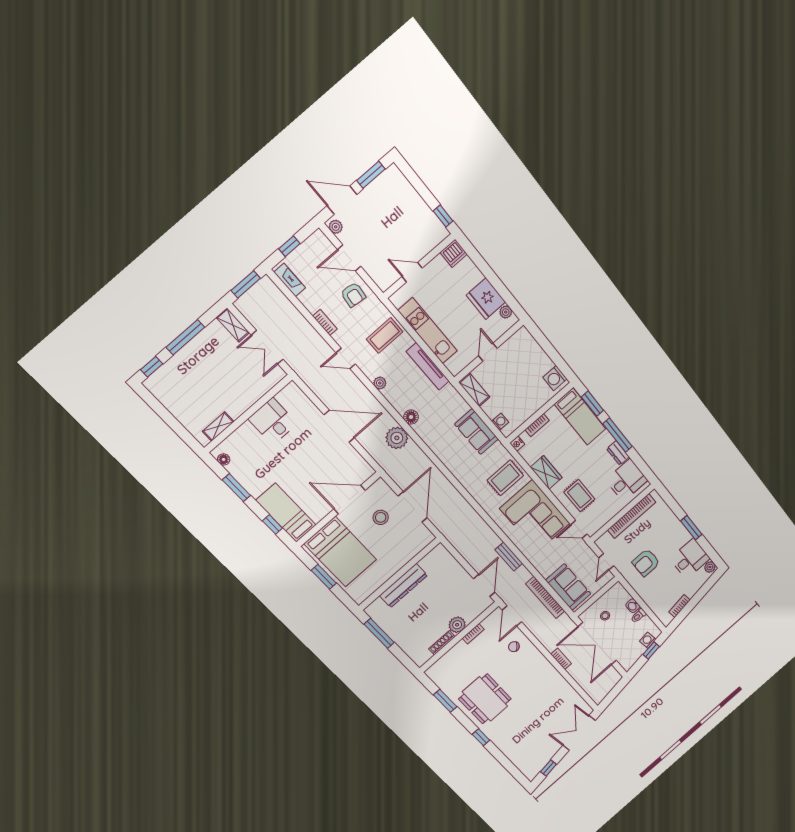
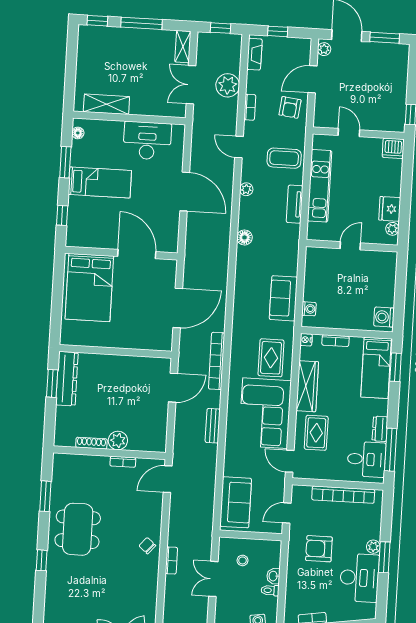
door: (349, 258) -> (312, 79), hinge flipped
window: (246, 284) -> (220, 28), width x0.67
fridge: (486, 299) -> (390, 209), width x0.73, depth x0.75
tv unit: (428, 366) -> (295, 204), width x0.71
shelving: (474, 390) -> (312, 264), removed
desk: (273, 421) -> (147, 141), width x1.37
shelving: (218, 427) -> (106, 104), width x1.50, depth x1.33
window: (618, 435) -> (391, 450), moved
plant: (397, 438) -> (228, 85), moved
wardrobe: (546, 472) -> (307, 386), width x1.50
rug: (505, 478) -> (271, 358), turned 90
bed: (286, 513) -> (100, 182), moved, turned 90
stool: (381, 517) -> (146, 292), removed
desk: (690, 559) -> (359, 578), width x1.37
plant: (710, 567) -> (373, 547), moved
window: (324, 577) -> (57, 294), removed
dresser: (403, 585) -> (67, 379), moved, turned -90
door: (484, 585) -> (173, 388), moved
bookcase: (545, 598) -> (217, 361), moved
window: (379, 633) -> (52, 383), width x0.69
double door: (597, 644) -> (213, 579), width x0.54
chair: (514, 647) -> (147, 546), moved

